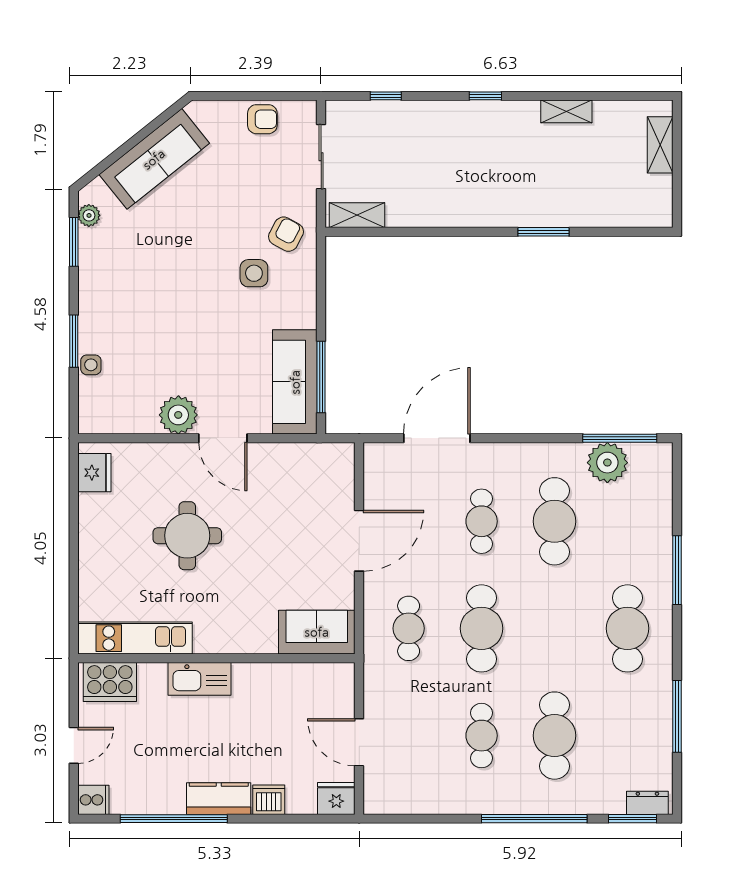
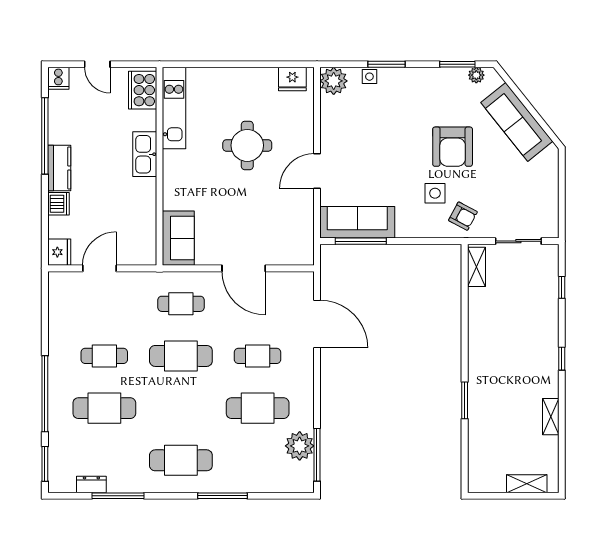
armchair: (262, 119) -> (453, 147), moved, width x1.88, depth x1.88
plant: (178, 415) -> (334, 81), moved
dresser: (647, 803) -> (91, 484), moved, turned -90

